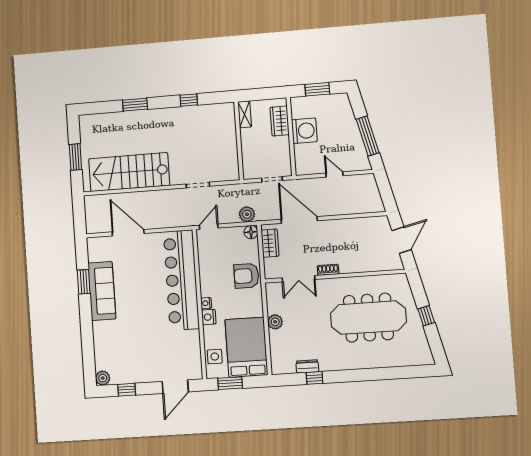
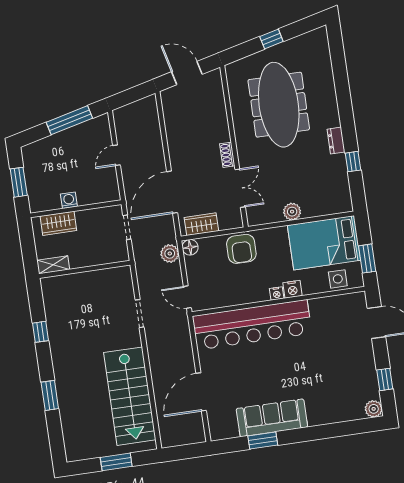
washing machine: (304, 131) -> (69, 200), width x0.53, depth x0.53
dresser: (307, 366) -> (336, 141), moved

